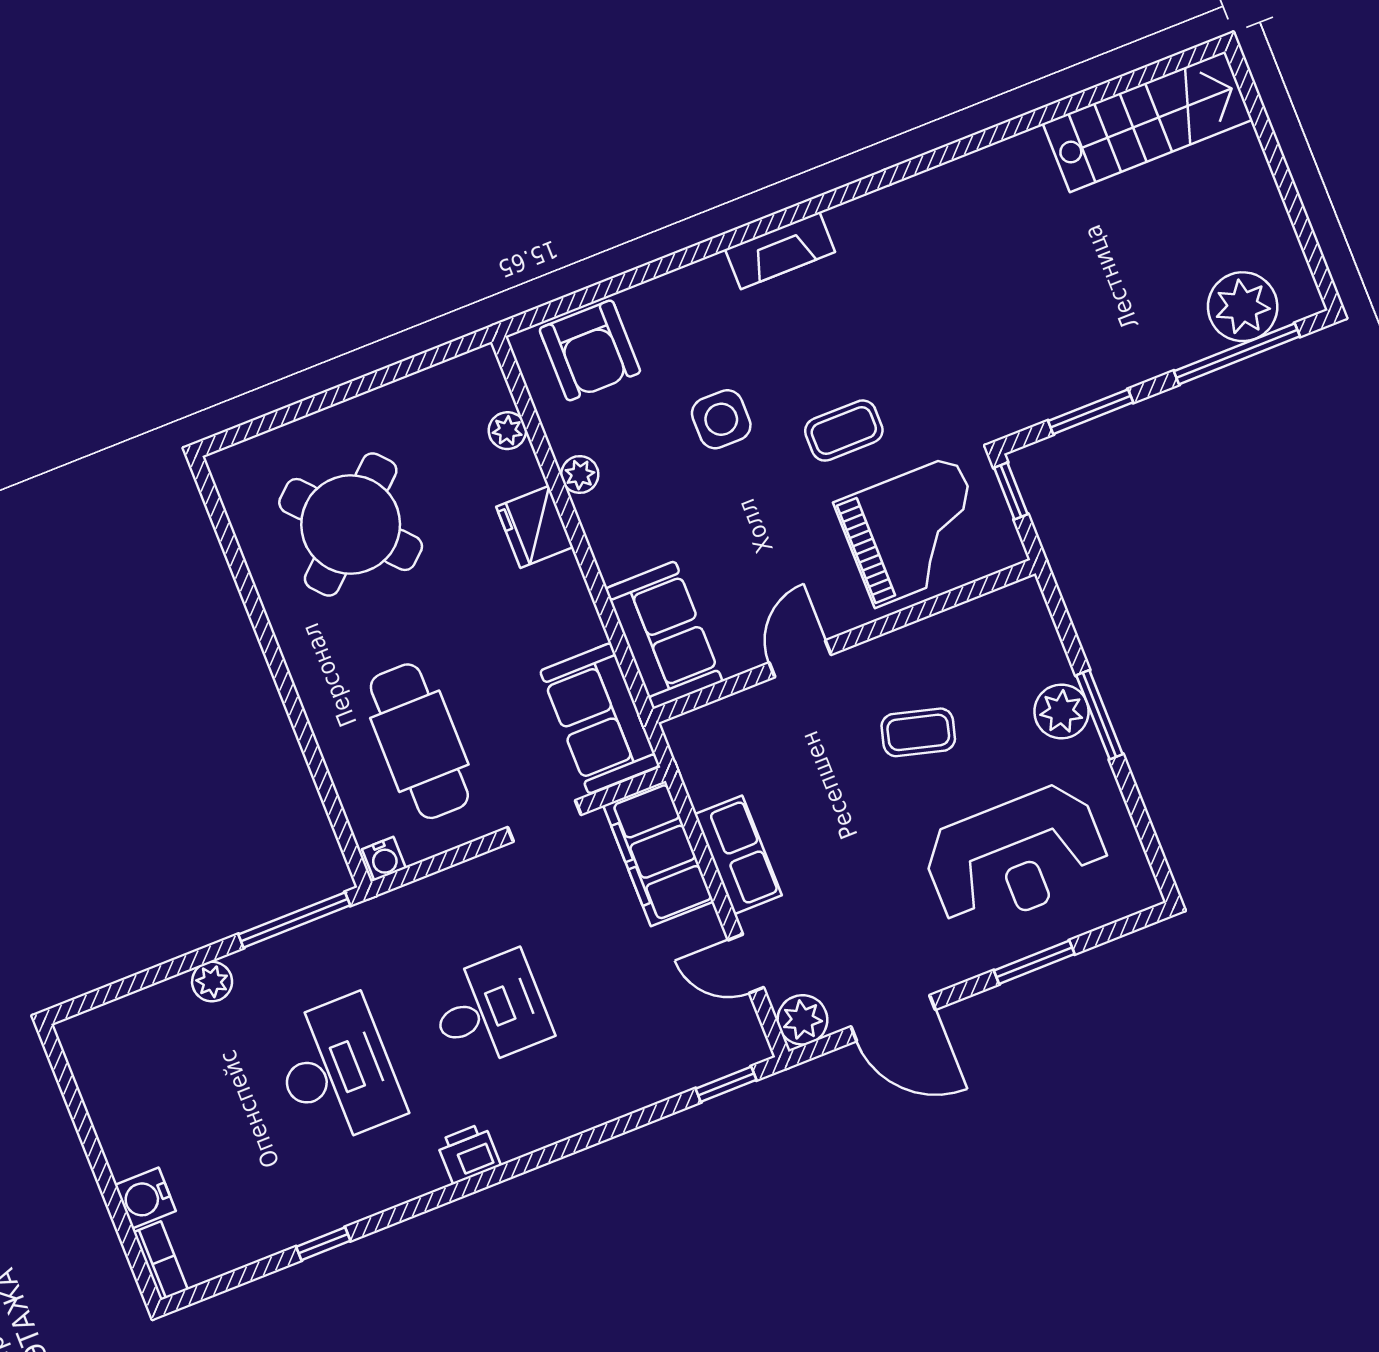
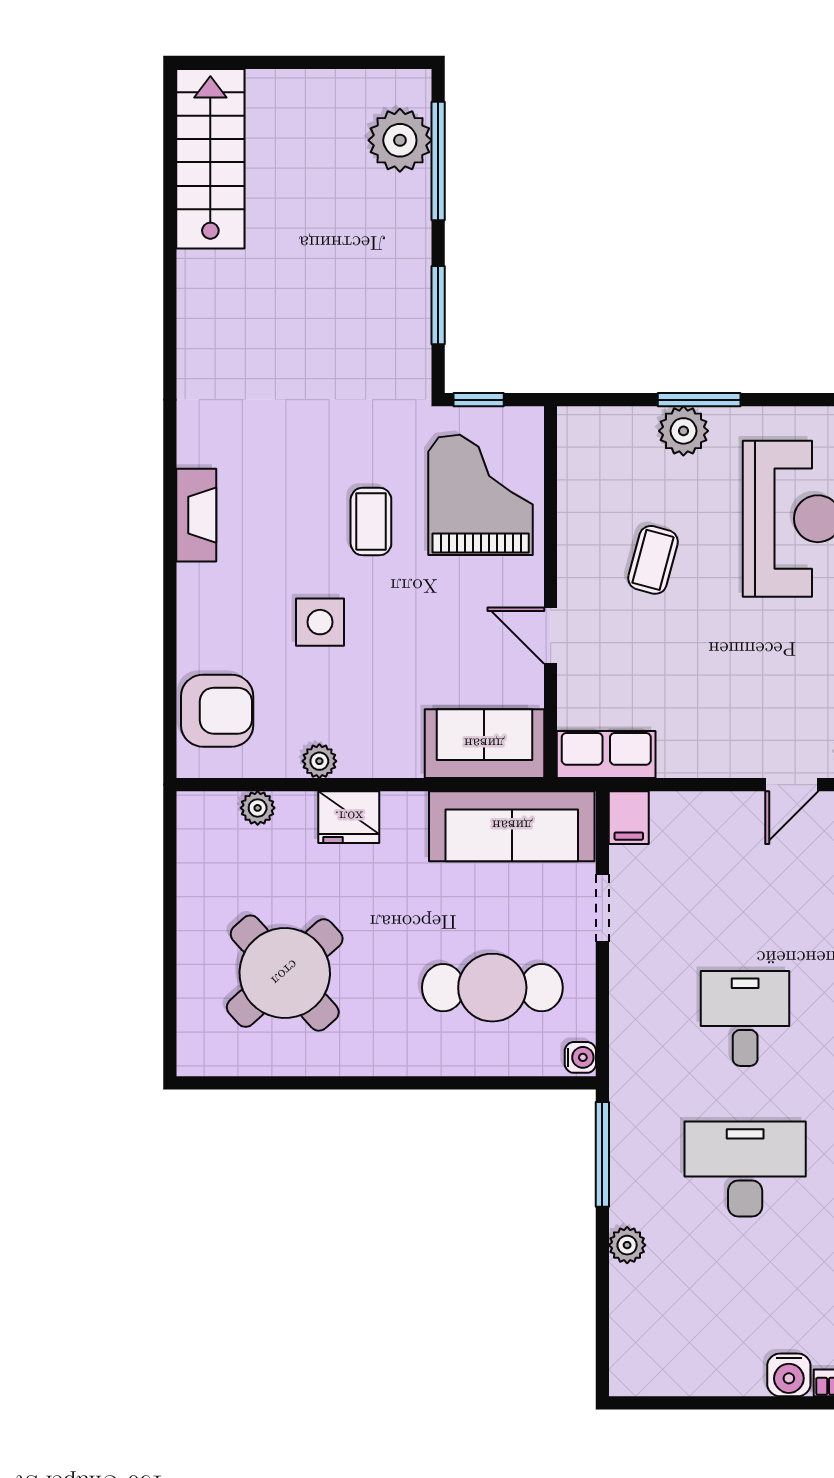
sofa: (600, 718) -> (512, 826), width x1.36
filing cabinet: (658, 853) -> (629, 818), width x0.33, depth x0.86
row of seats: (738, 855) -> (606, 755), moved

